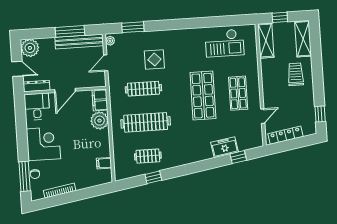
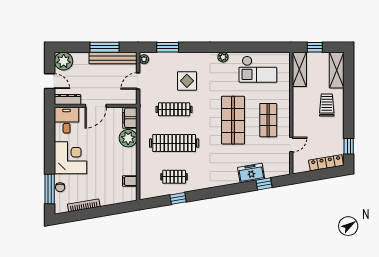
plant: (189, 33) -> (223, 57), added
locker: (286, 135) -> (326, 163), moved

